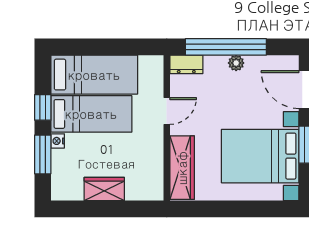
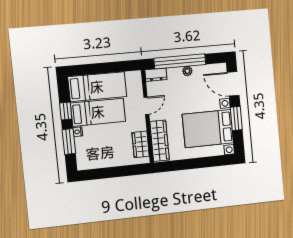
wardrobe: (104, 189) -> (141, 144), moved, turned -90

